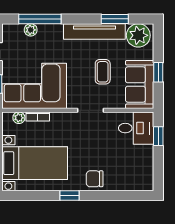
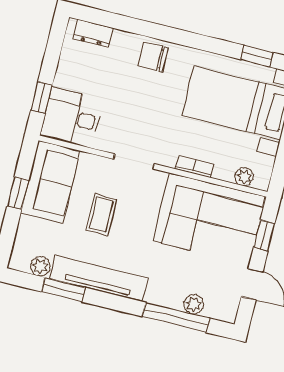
plant: (138, 35) -> (40, 266), width x0.53, depth x0.53
bookcase: (38, 117) -> (194, 166), moved
chair: (95, 179) -> (153, 57), turned 180
dresser: (136, 184) -> (93, 33), added
window: (69, 195) -> (257, 56), moved

